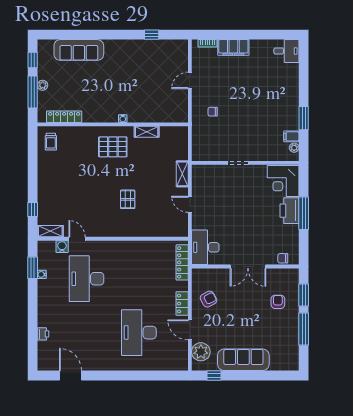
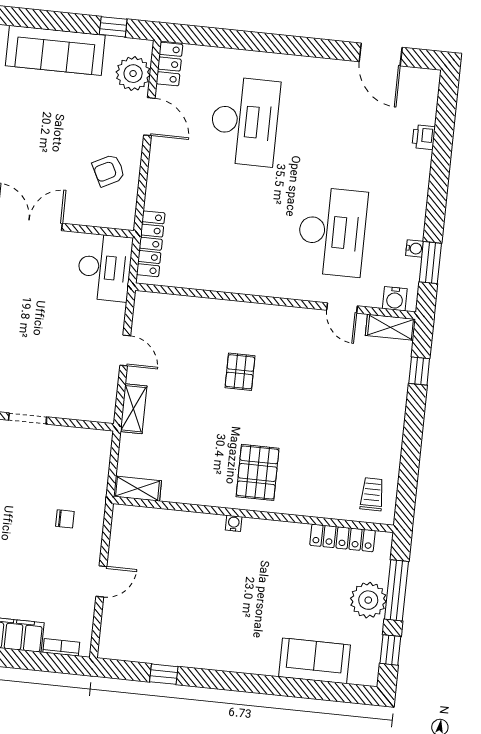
sofa: (79, 50) -> (314, 661), width x0.73
plant: (43, 85) -> (368, 600), width x1.88, depth x1.88
shelving: (147, 132) -> (137, 489), moved
pallet: (113, 147) -> (258, 472), turned 90
water cooler: (62, 247) -> (395, 299), moved
locker: (182, 304) -> (169, 64), moved

